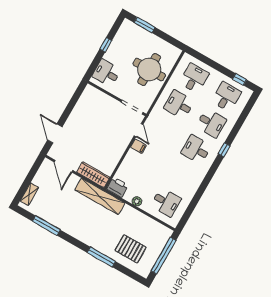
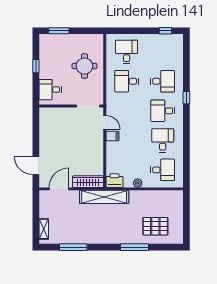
round table: (149, 69) -> (84, 66), width x0.73, depth x0.73
desk: (226, 97) -> (163, 140), moved
door: (64, 166) -> (59, 189), swing flipped
window: (164, 256) -> (186, 216), removed

